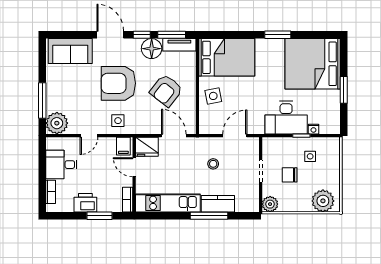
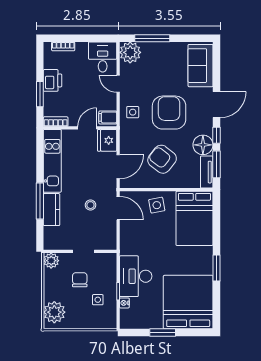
door: (235, 136) -> (118, 208), moved
desk: (61, 165) -> (103, 57), moved

